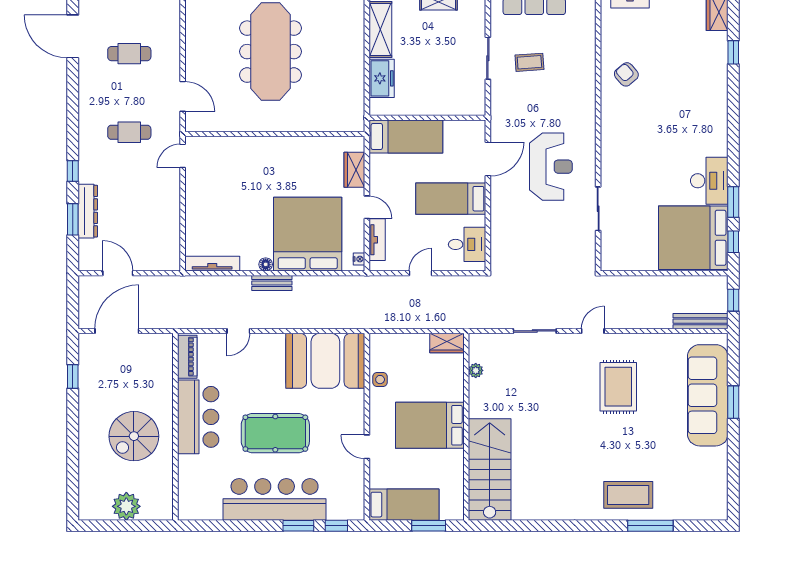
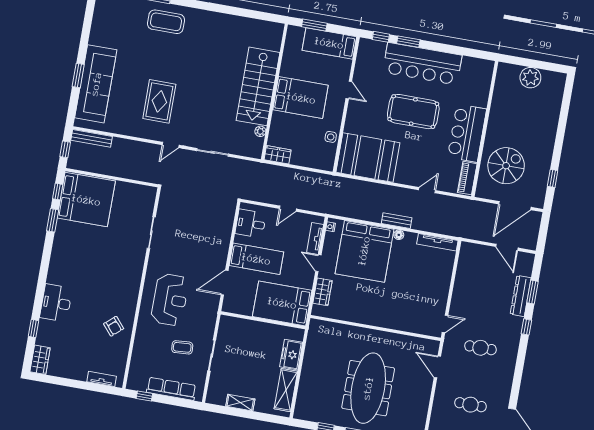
bed: (406, 136) -> (282, 303), width x1.50
reception desk: (551, 167) -> (170, 300), moved, turned 180
desk: (709, 181) -> (56, 303), moved
spiral stairs: (134, 436) -> (506, 166), moved
stairs: (490, 469) -> (258, 86), moved

